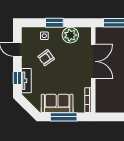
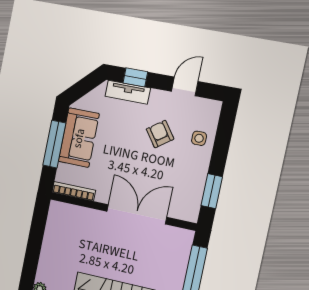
window: (54, 23) -> (212, 191), moved
plant: (70, 35) -> (191, 184), removed
double door: (93, 61) -> (137, 214), swing flipped

